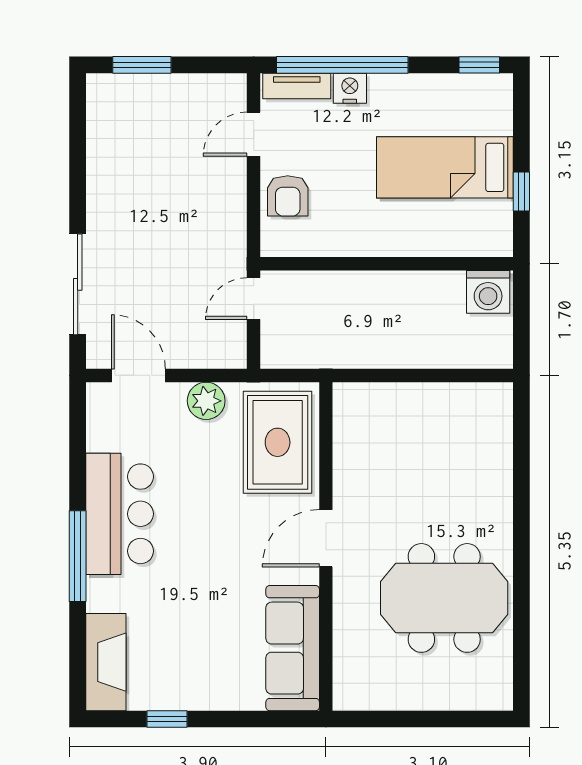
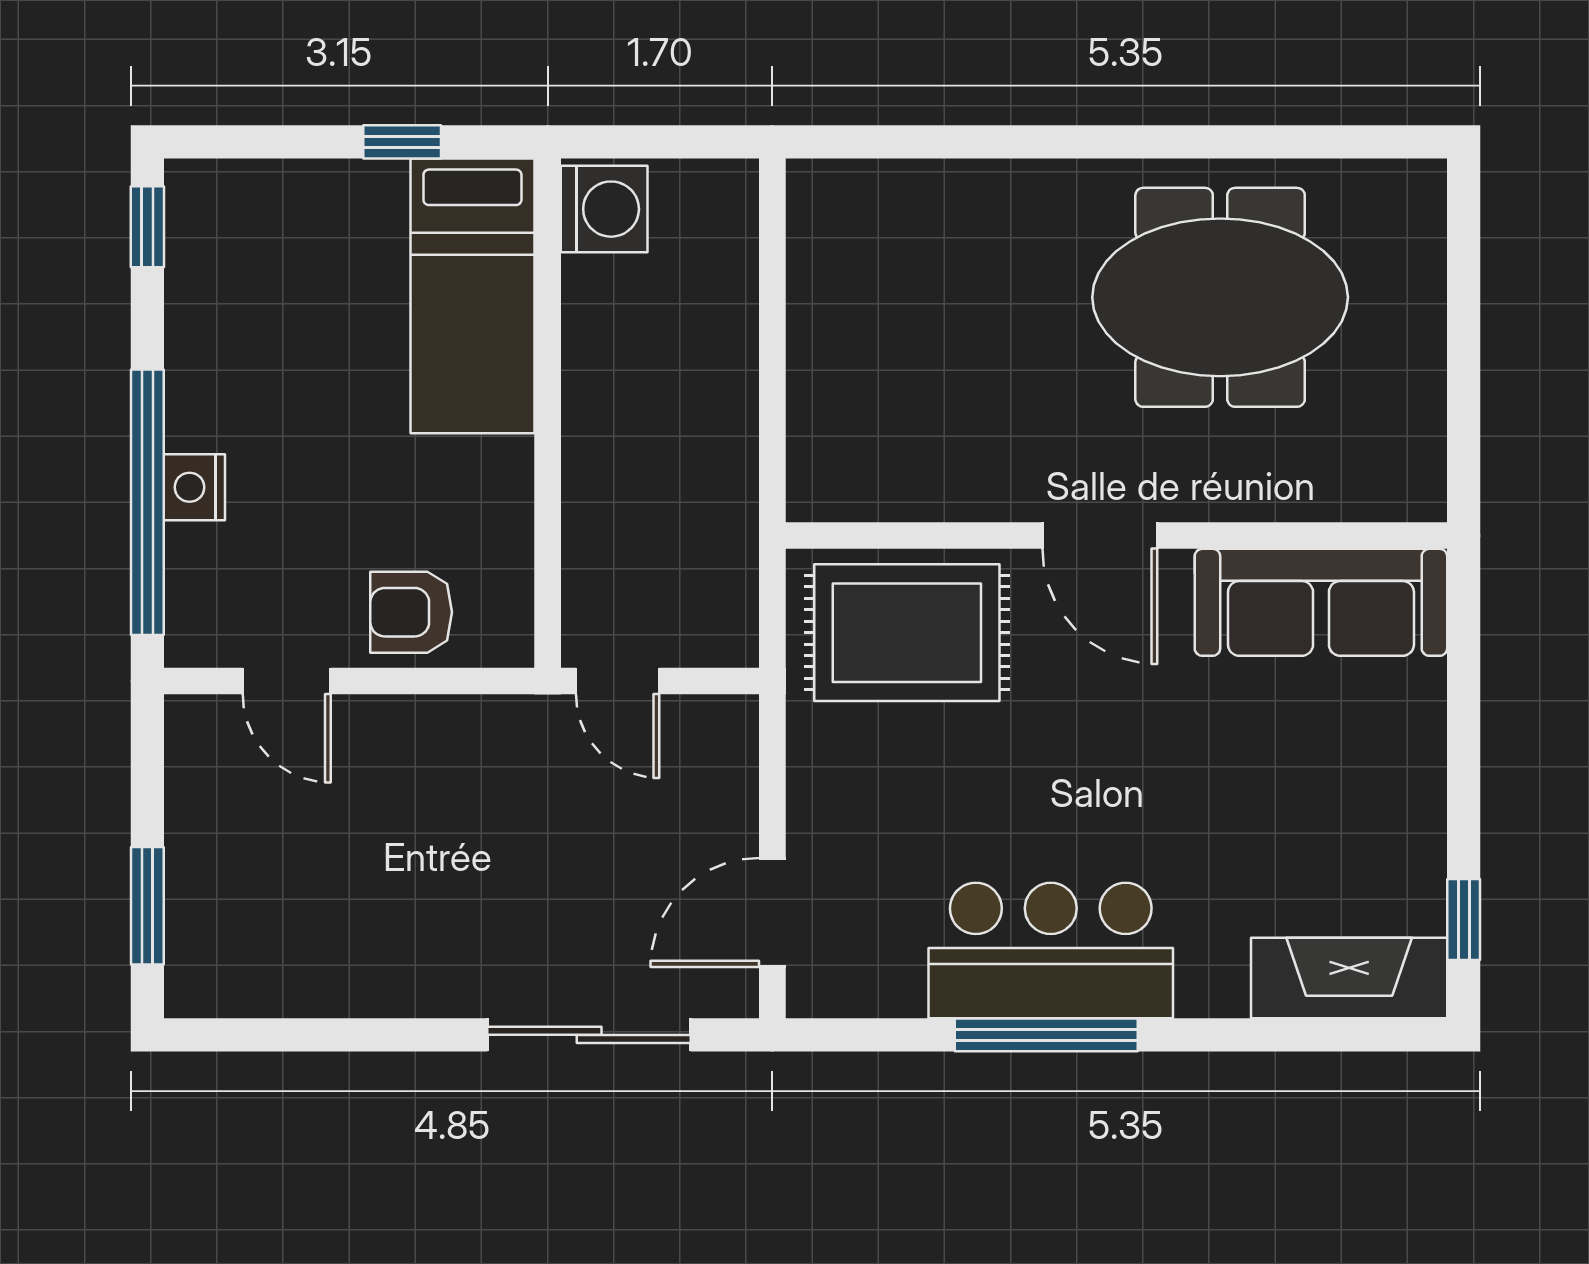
tv unit: (297, 86) -> (190, 594), removed
bed: (445, 167) -> (472, 296), moved
armchair: (288, 196) -> (411, 612), turned 180
plant: (206, 401) -> (823, 776), removed
window: (78, 556) -> (1046, 1035), moved
meeting table: (444, 598) -> (1220, 297), turned 90
window: (167, 719) -> (1464, 919), moved

